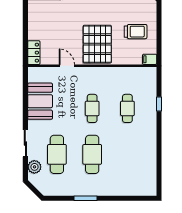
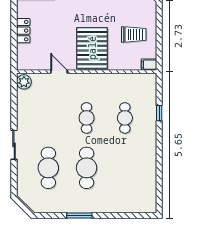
locker: (34, 53) -> (23, 31), moved
booth: (40, 101) -> (30, 110), removed
sliding door: (25, 143) -> (14, 145), moved
plant: (34, 167) -> (24, 82), moved

